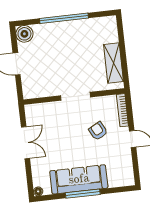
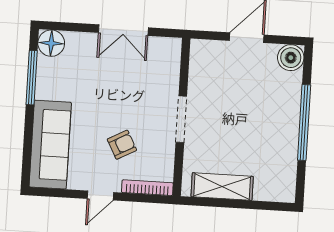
sofa: (79, 179) -> (50, 145), moved
floor lamp: (38, 191) -> (51, 43), width x1.89, depth x1.89
window: (83, 194) -> (32, 78), moved

